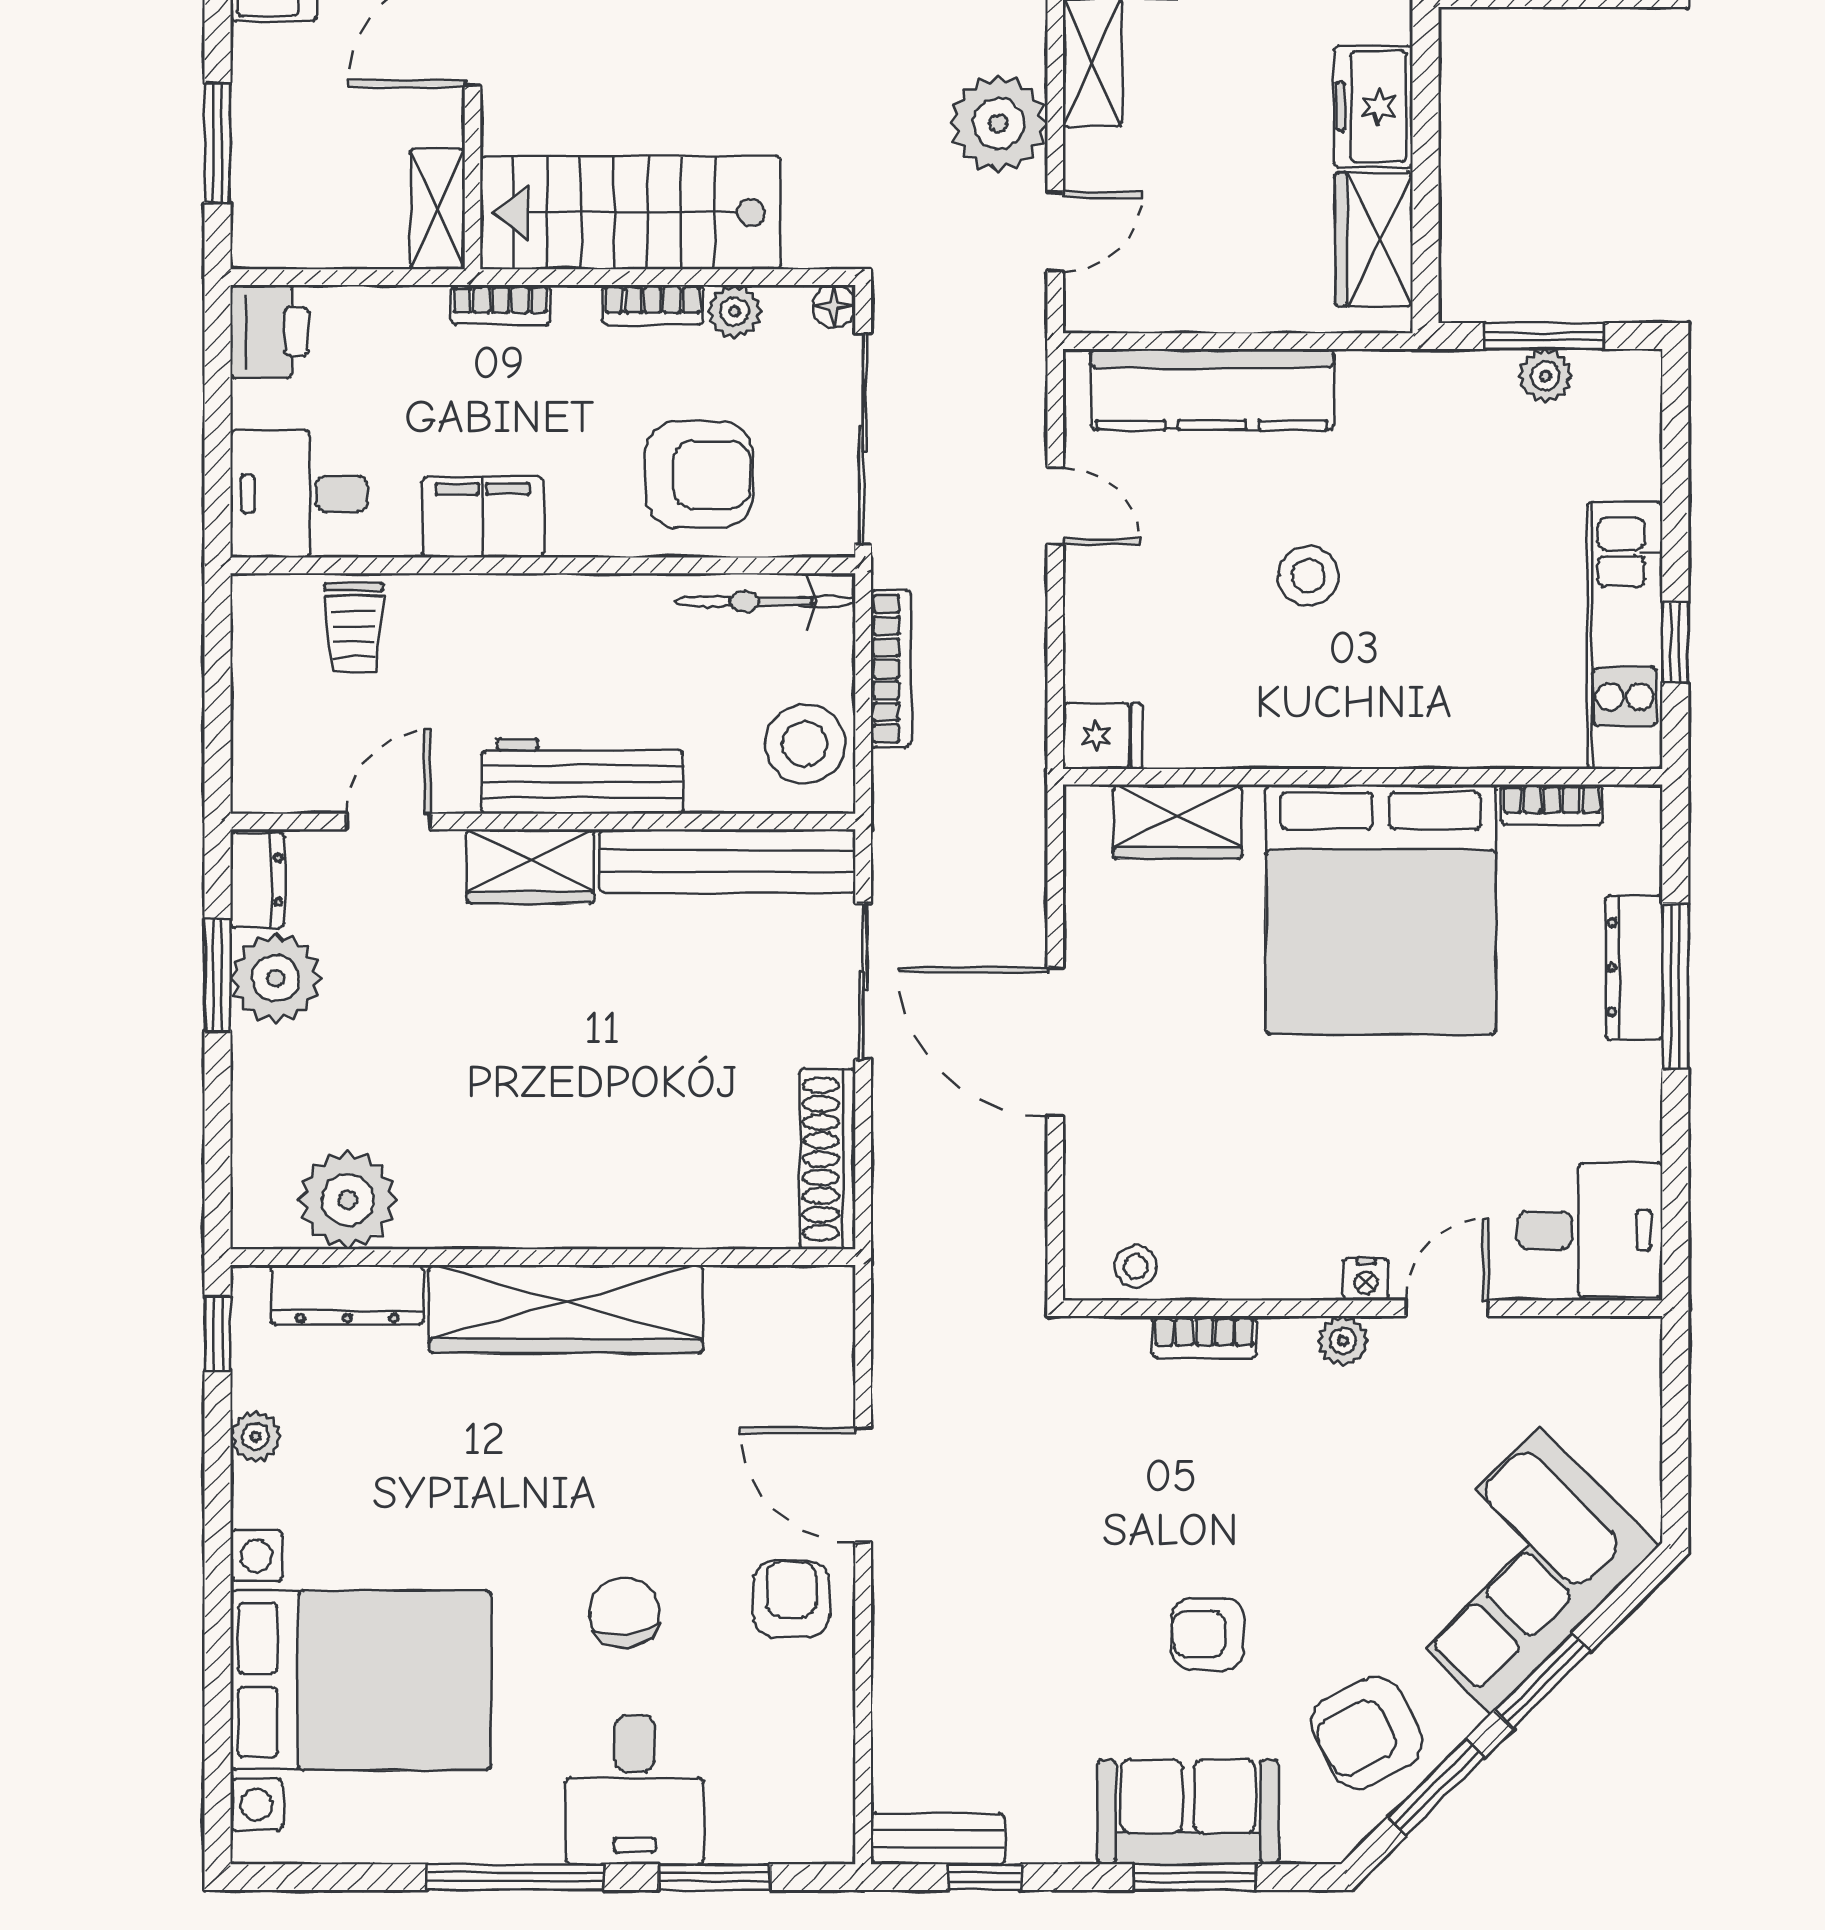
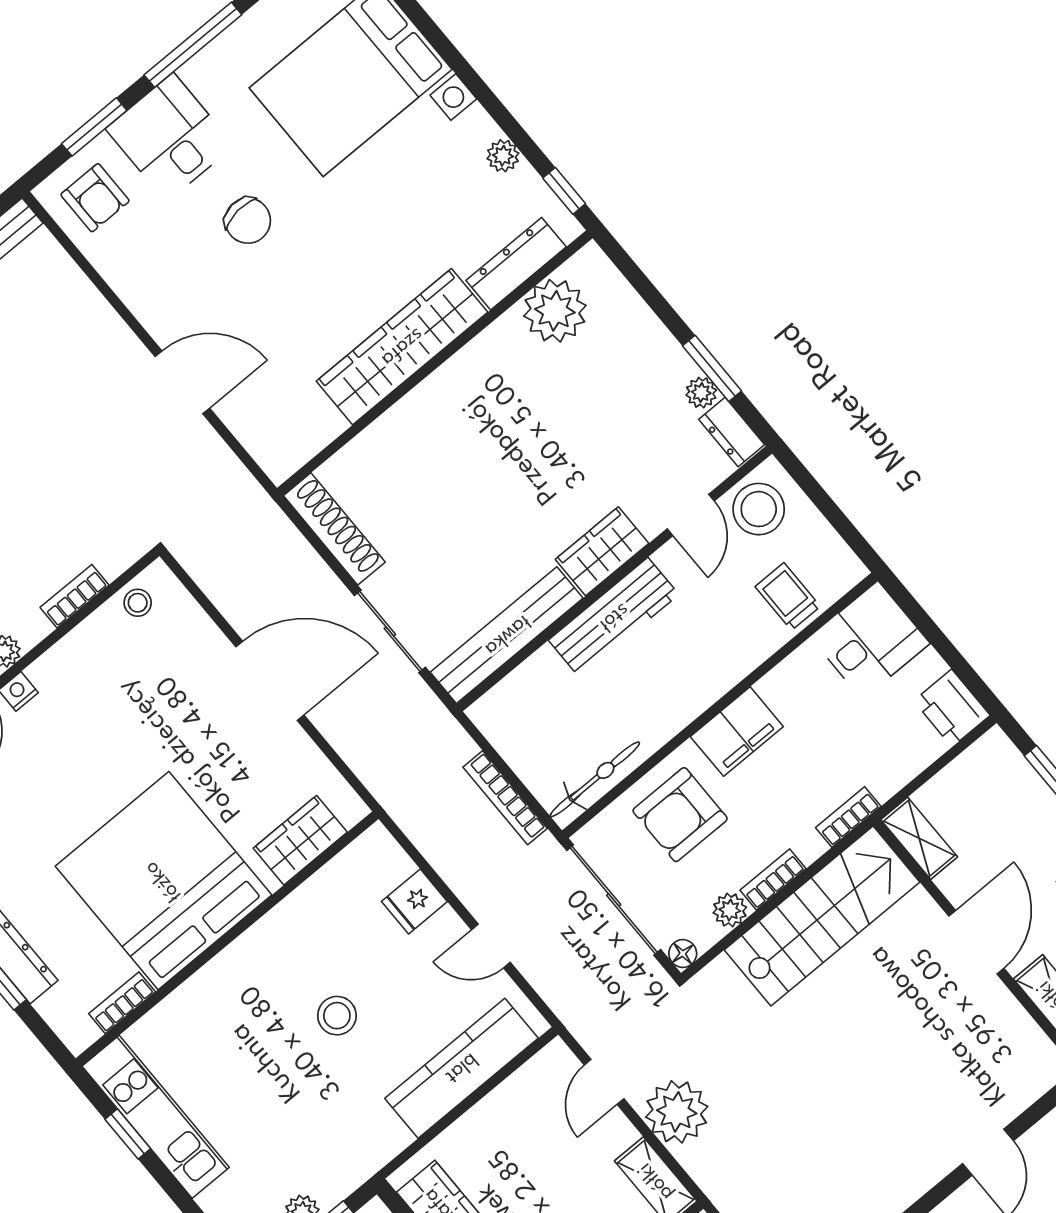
filing cabinet: (483, 517) -> (737, 732), moved
fridge: (1102, 736) -> (414, 901), moved
stool: (805, 744) -> (759, 509), moved
plant: (276, 978) -> (701, 393), width x0.53, depth x0.53
armchair: (791, 1599) -> (95, 198), moved

